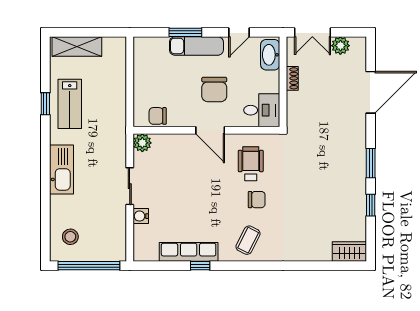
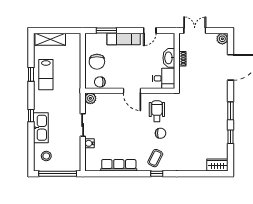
window: (185, 32) -> (106, 31), moved
double door: (312, 32) -> (195, 31), swing flipped
plant: (340, 46) -> (222, 39), moved
washbasin: (270, 55) -> (169, 58), moved
chair: (214, 90) -> (97, 62), moved
kitchen sink: (61, 170) -> (41, 128), moved
window: (45, 171) -> (31, 116), added
window: (200, 266) -> (157, 174), moved

